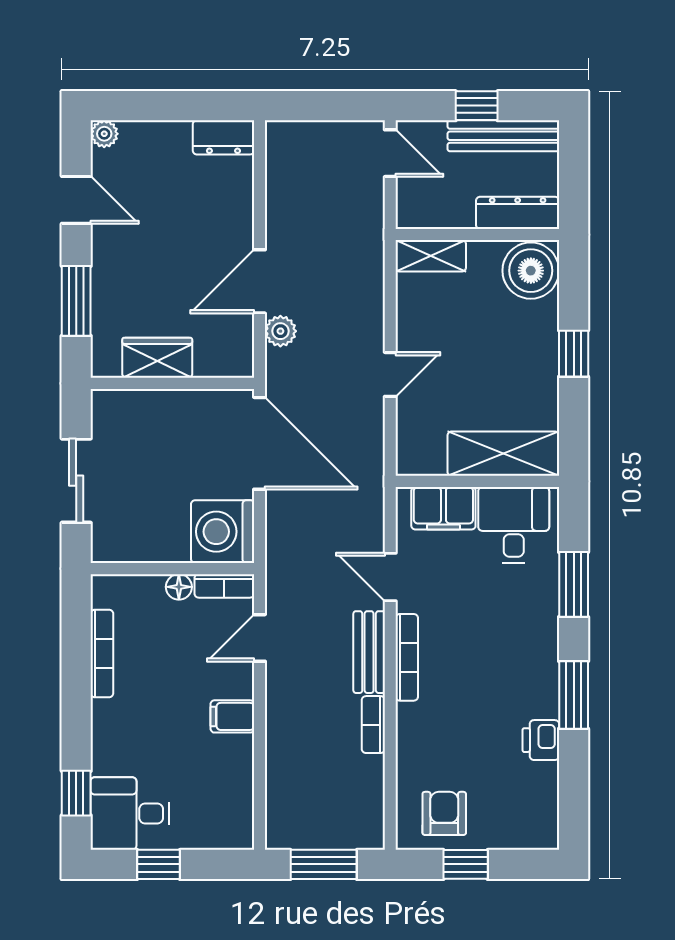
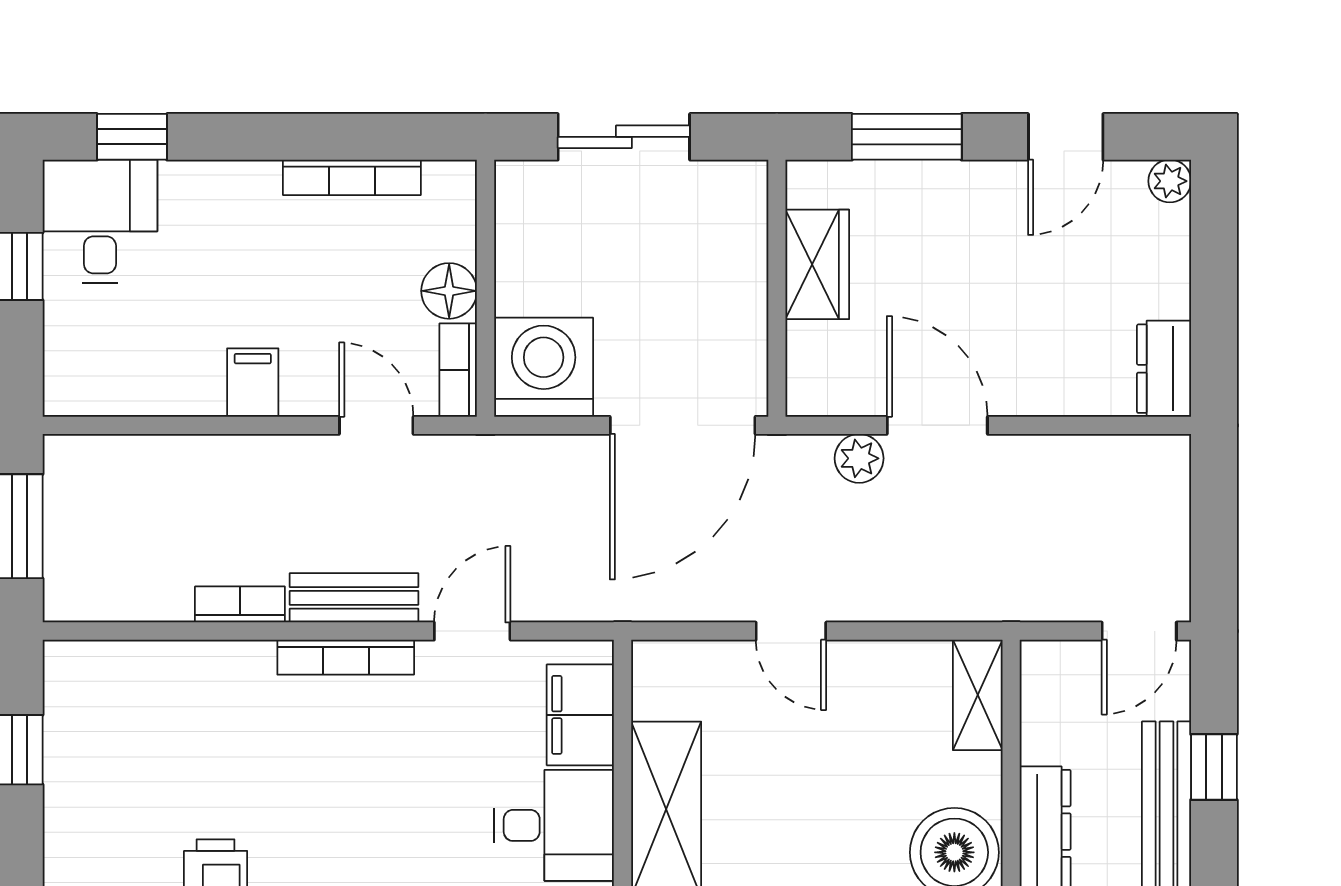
floor lamp: (179, 587) -> (449, 291), width x1.37, depth x1.37
armchair: (444, 813) -> (100, 716), removed

